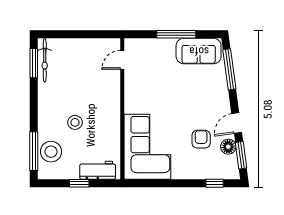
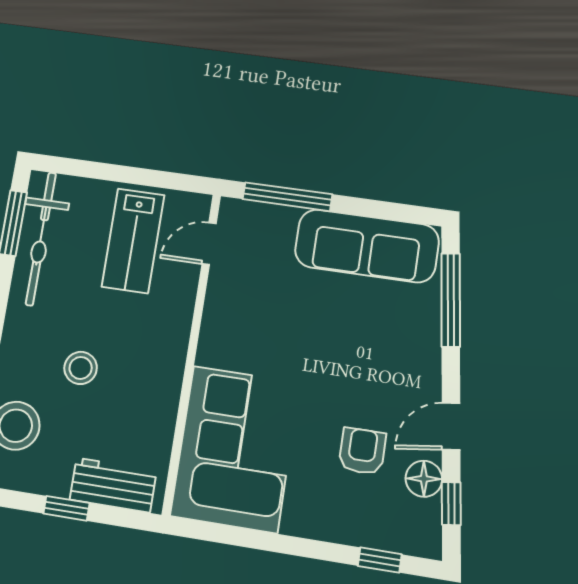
window: (176, 34) -> (287, 197), moved
sofa: (199, 51) -> (367, 246), width x1.36
bicycle: (45, 60) -> (41, 239), width x1.37, depth x1.40
lab bench: (89, 63) -> (133, 241), added
window: (241, 155) -> (451, 504), width x0.67

